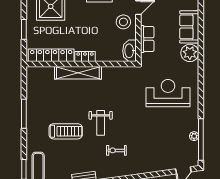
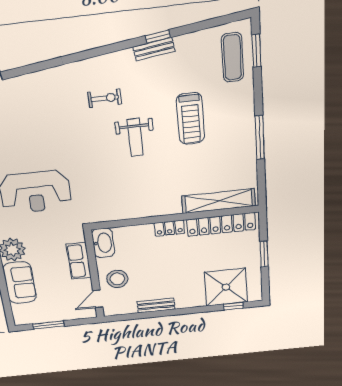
shelving: (78, 73) -> (218, 201), moved
weight bench: (101, 123) -> (135, 138), turned 180
treadmill: (66, 131) -> (191, 119), turned -90

